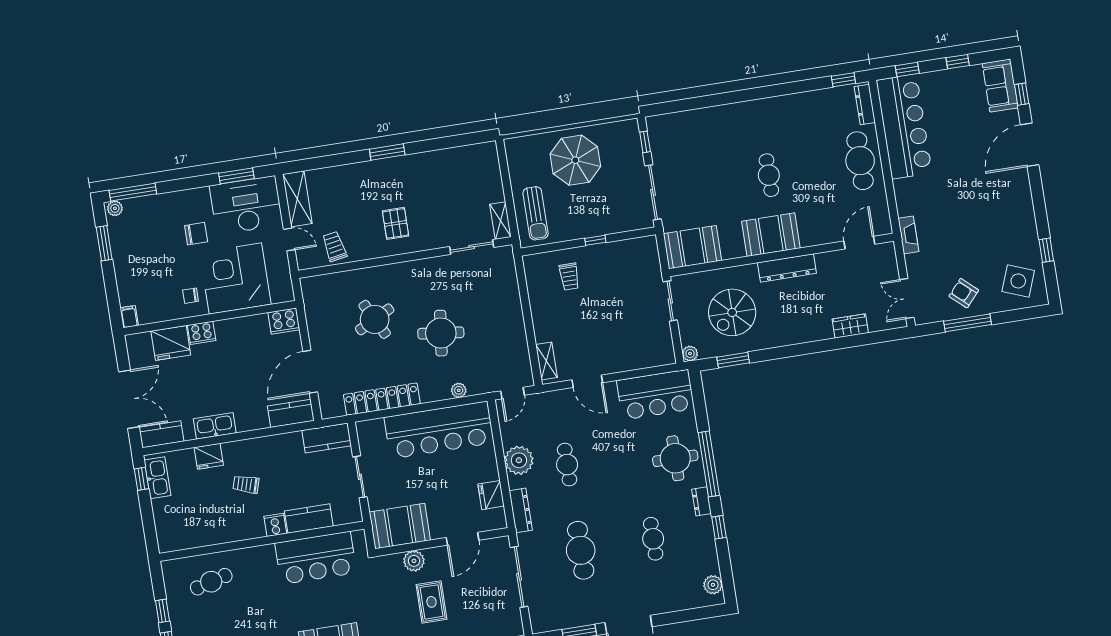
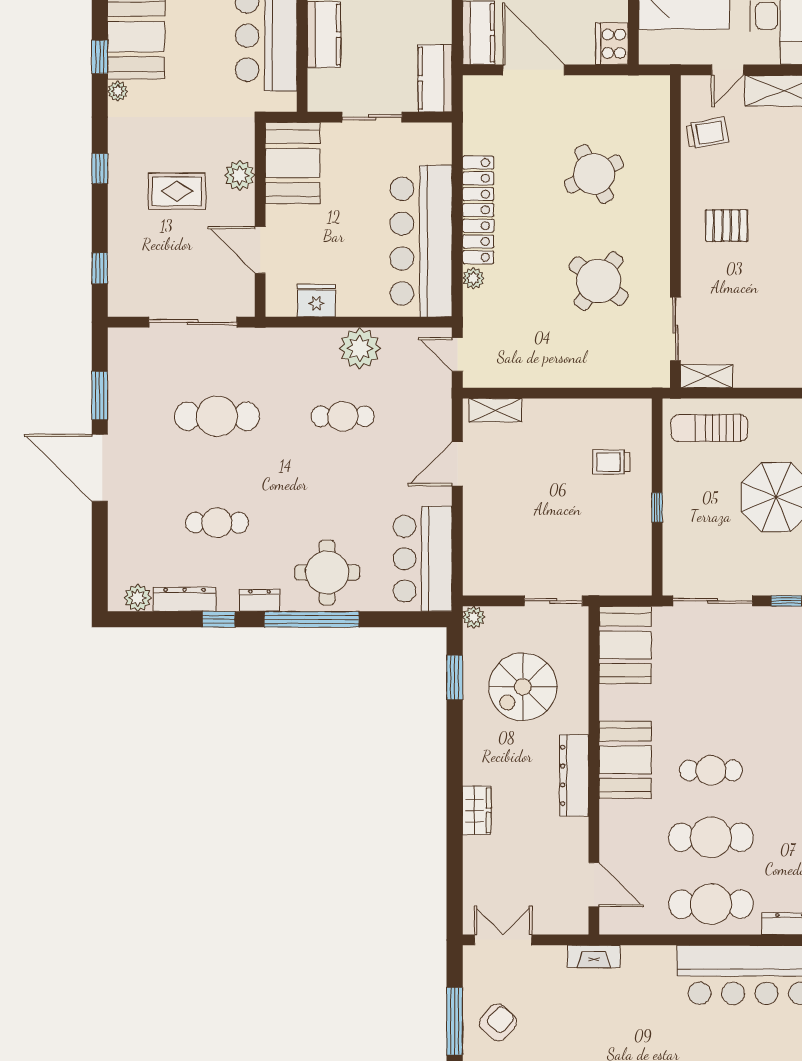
cafe table: (814, 168) -> (711, 837), added
spiral stairs: (732, 312) -> (523, 687), turned -90
wardrobe: (850, 326) -> (477, 810), moved
round table: (441, 333) -> (599, 281), moved, turned 30
locker: (382, 399) -> (478, 210), moved
dresser: (521, 510) -> (185, 599), moved, turned 180

